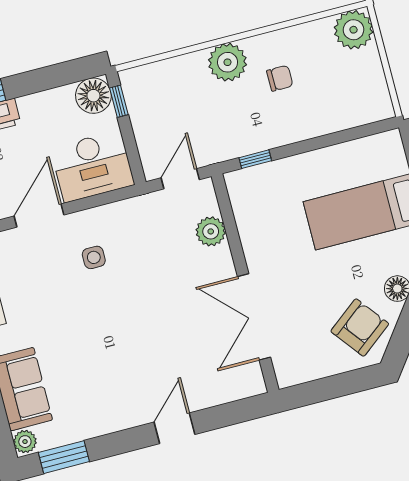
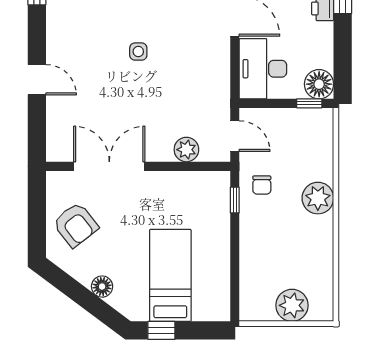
plant: (354, 30) -> (292, 305), moved
chair: (280, 78) -> (262, 185), moved
side table: (94, 257) -> (138, 52), moved
armchair: (360, 328) -> (76, 225), moved

